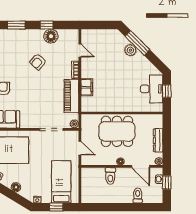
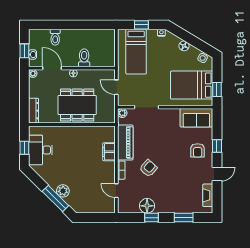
armchair: (38, 62) -> (148, 168), moved
dresser: (158, 140) -> (34, 111), moved

